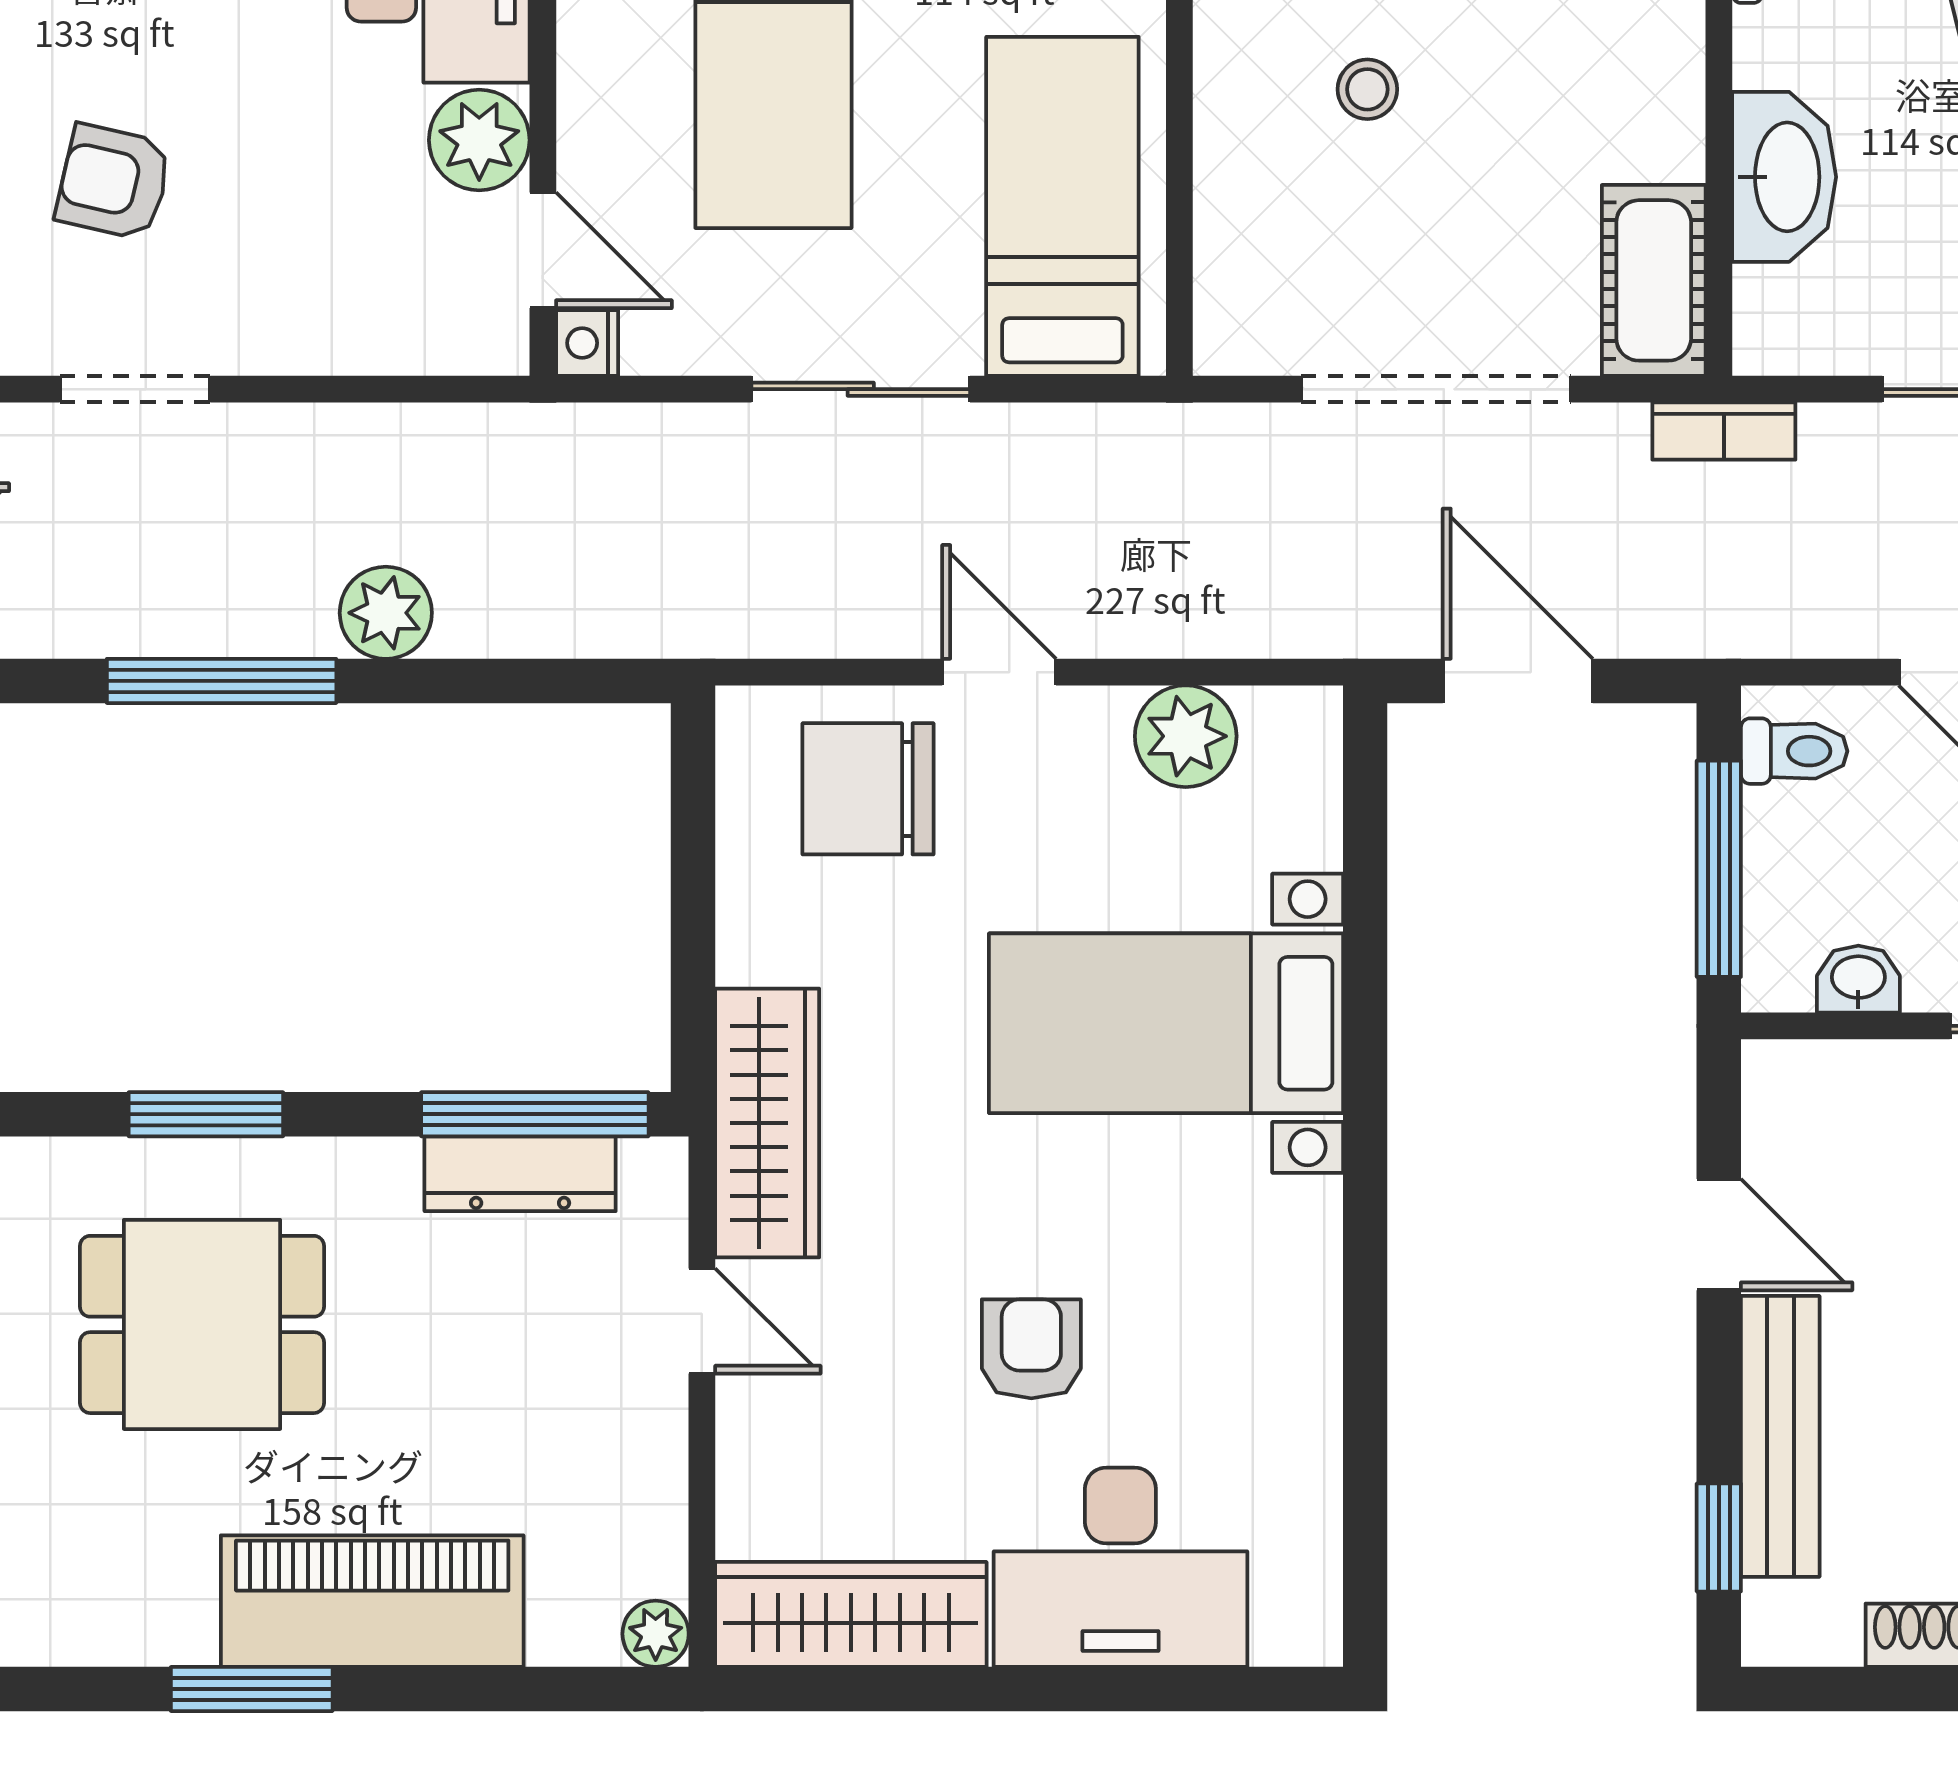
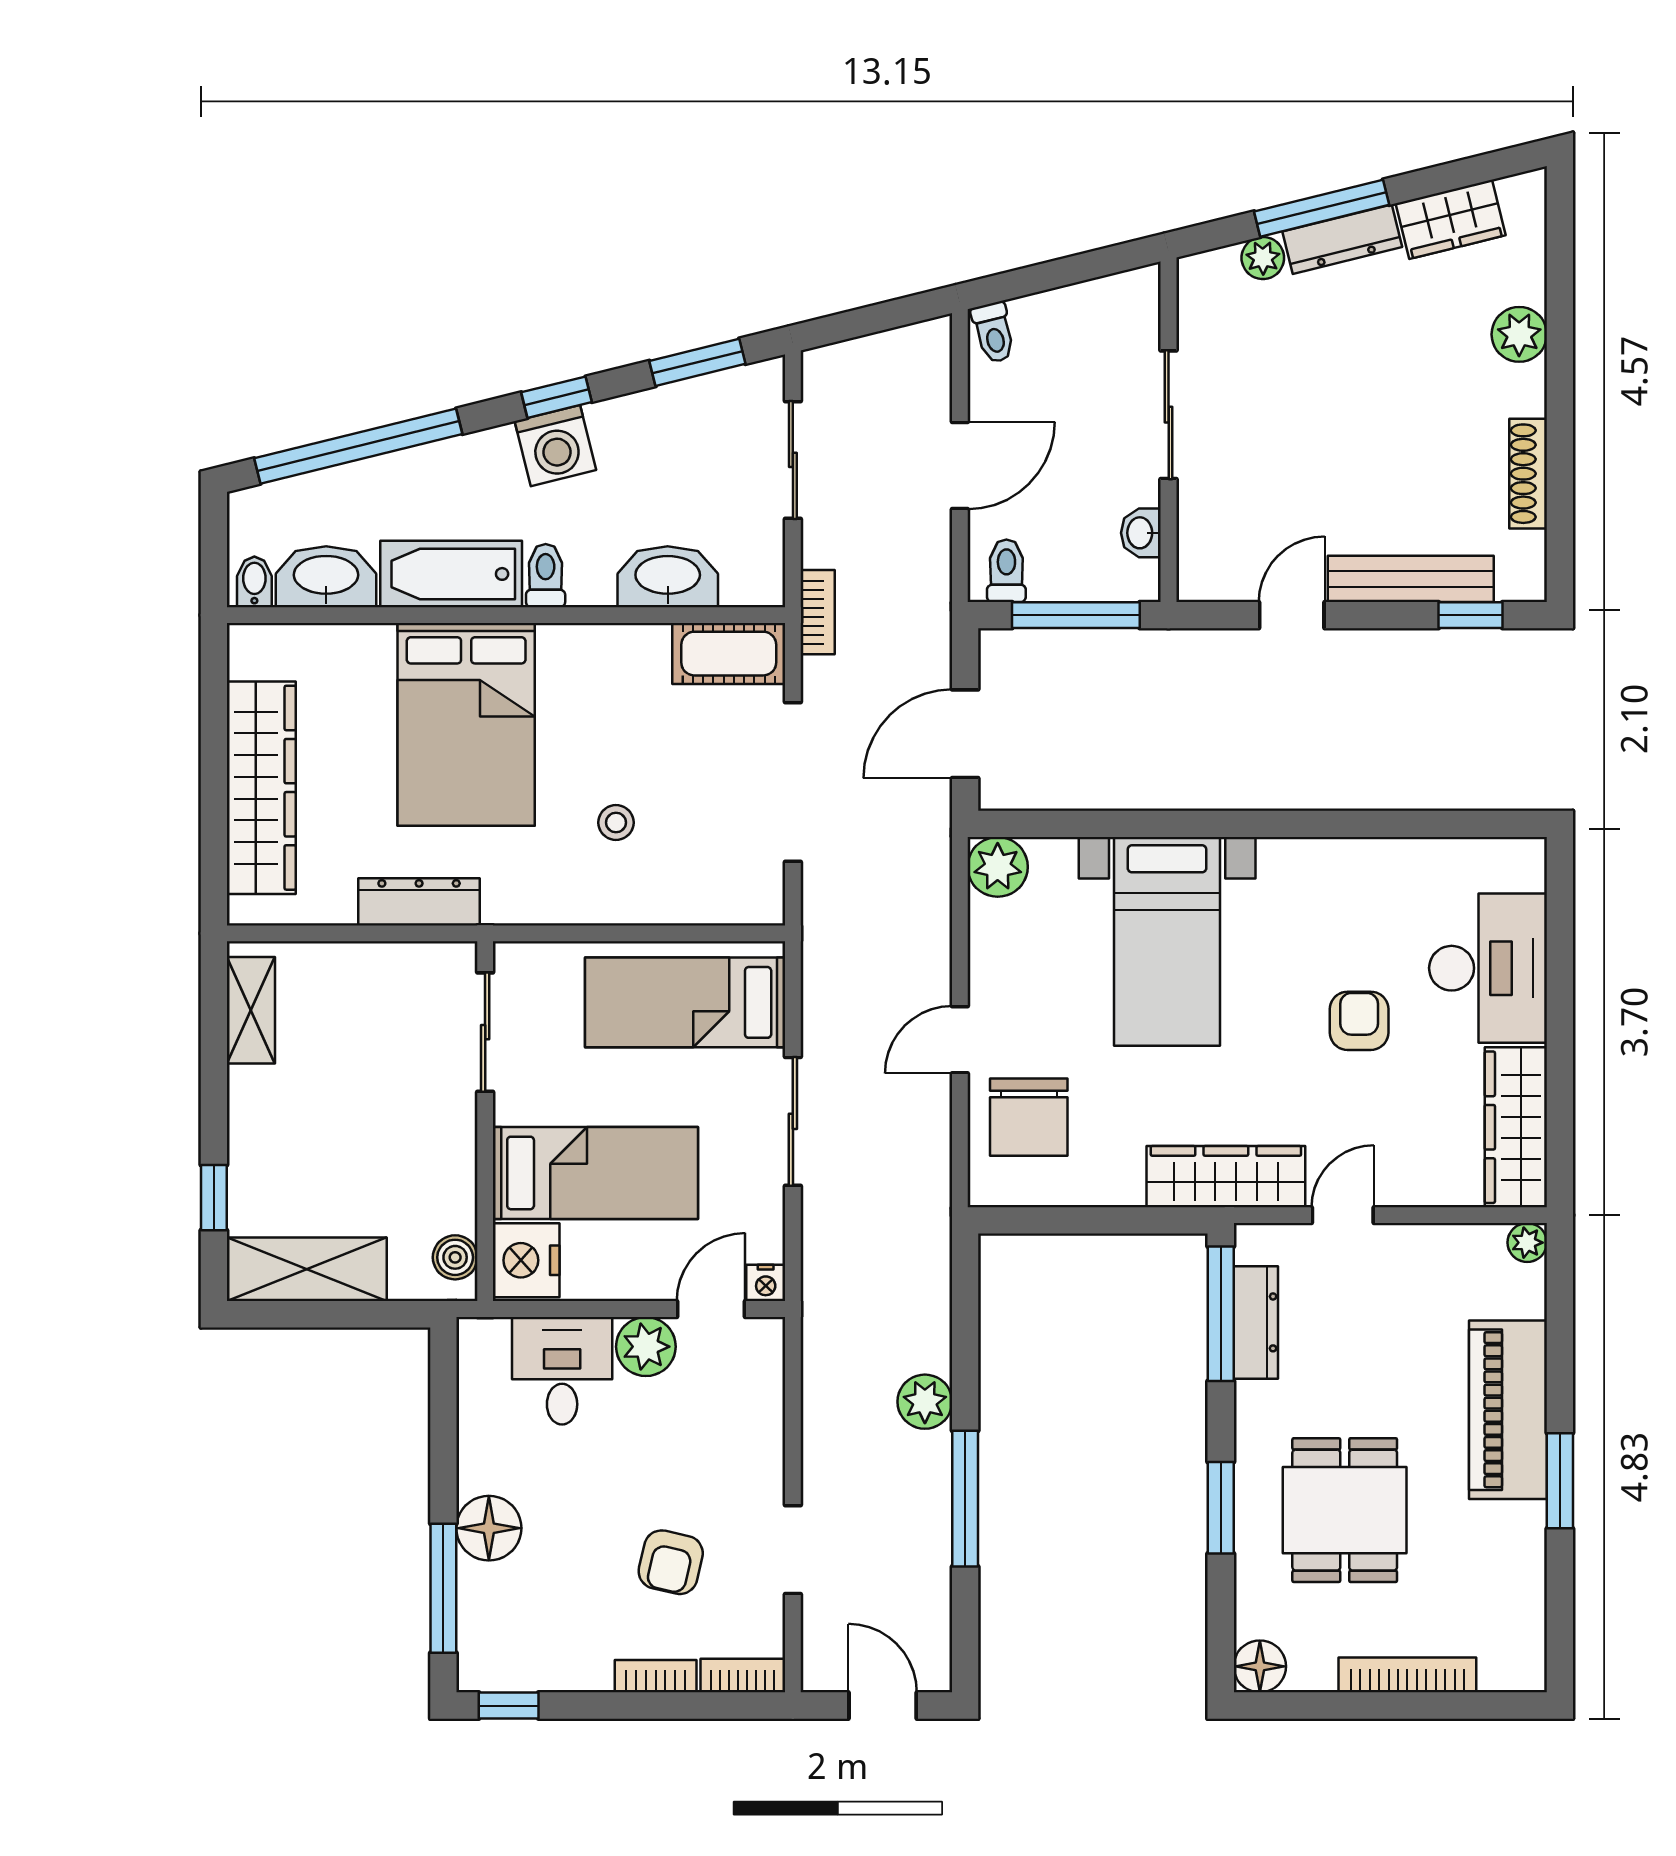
plant: (1186, 736) -> (998, 867), moved
armchair: (1031, 1349) -> (1359, 1021), turned 90

